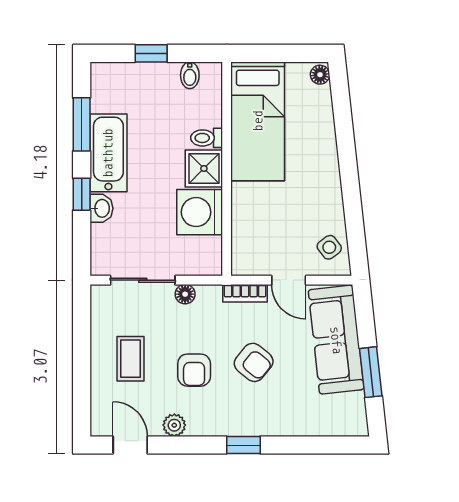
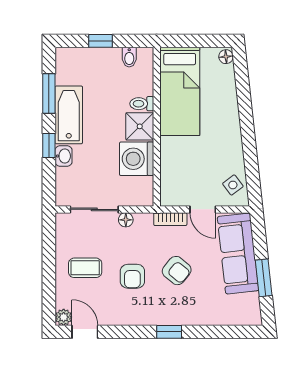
coffee table: (130, 359) -> (85, 268), turned 90
plant: (174, 425) -> (64, 317), moved

